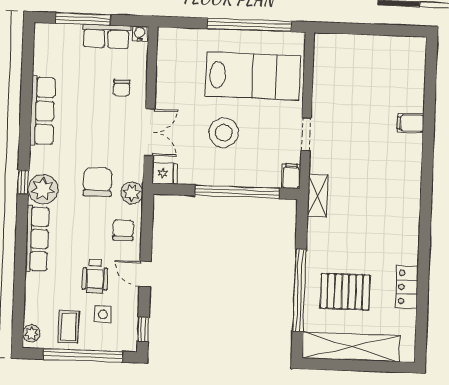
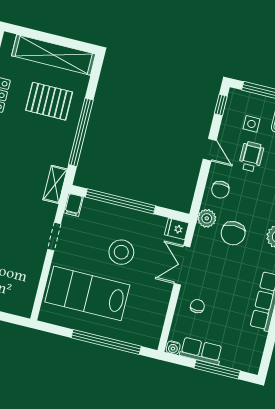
window: (250, 25) -> (106, 342), moved
window: (299, 290) -> (81, 132), moved

